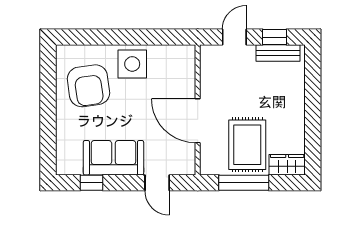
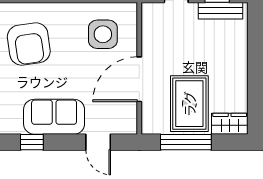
side table: (132, 64) -> (103, 34), moved
door: (198, 121) -> (139, 79), hinge flipped

